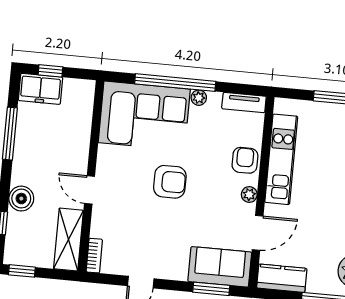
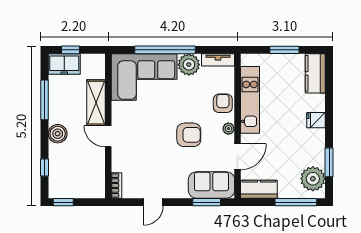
plant: (199, 98) -> (189, 65), width x1.88, depth x1.88
armchair: (170, 182) -> (189, 135), moved
boiler: (21, 199) -> (58, 134), moved
shelving: (69, 240) -> (96, 103), moved

